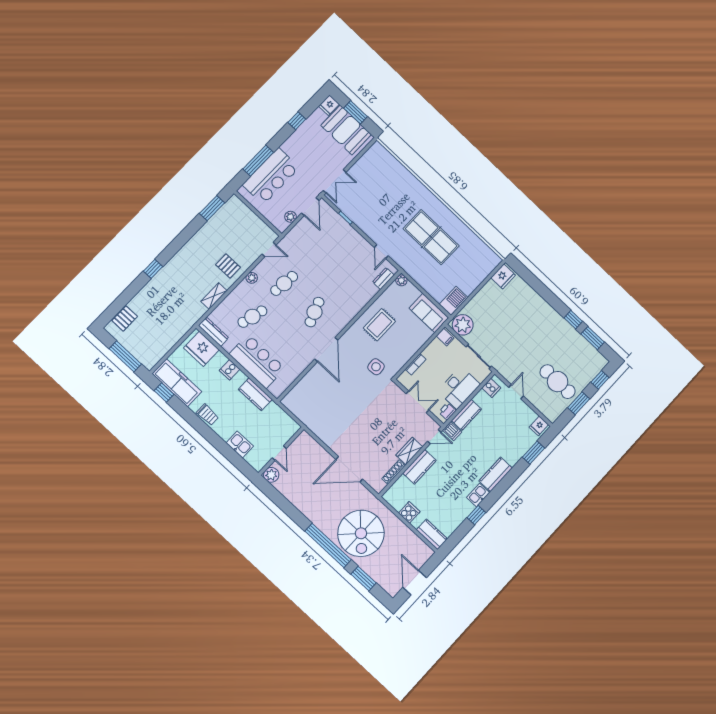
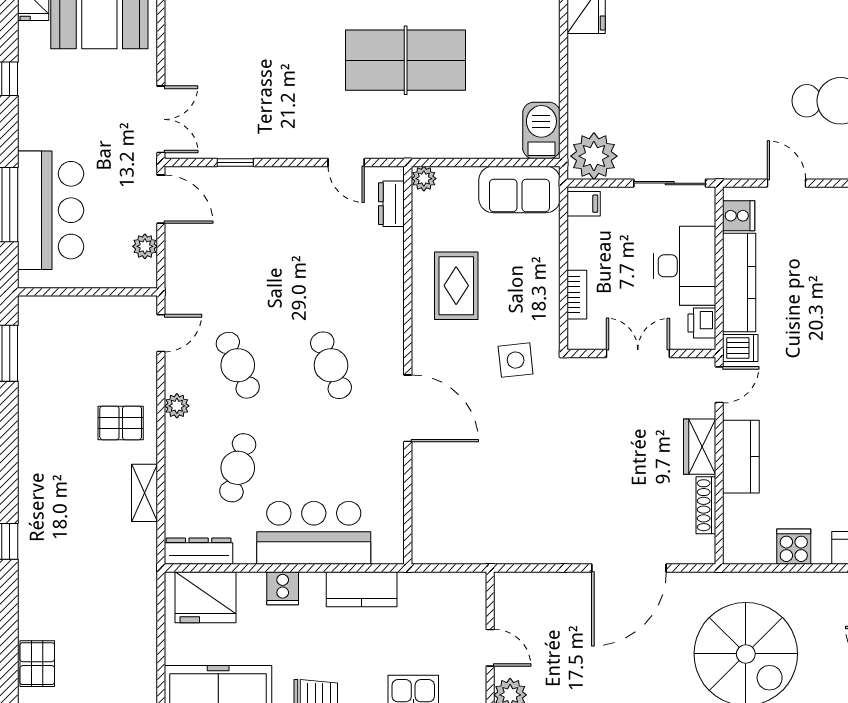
cafe table: (284, 283) -> (238, 365), turned -30
kitchen counter: (466, 415) -> (739, 283), width x1.50

